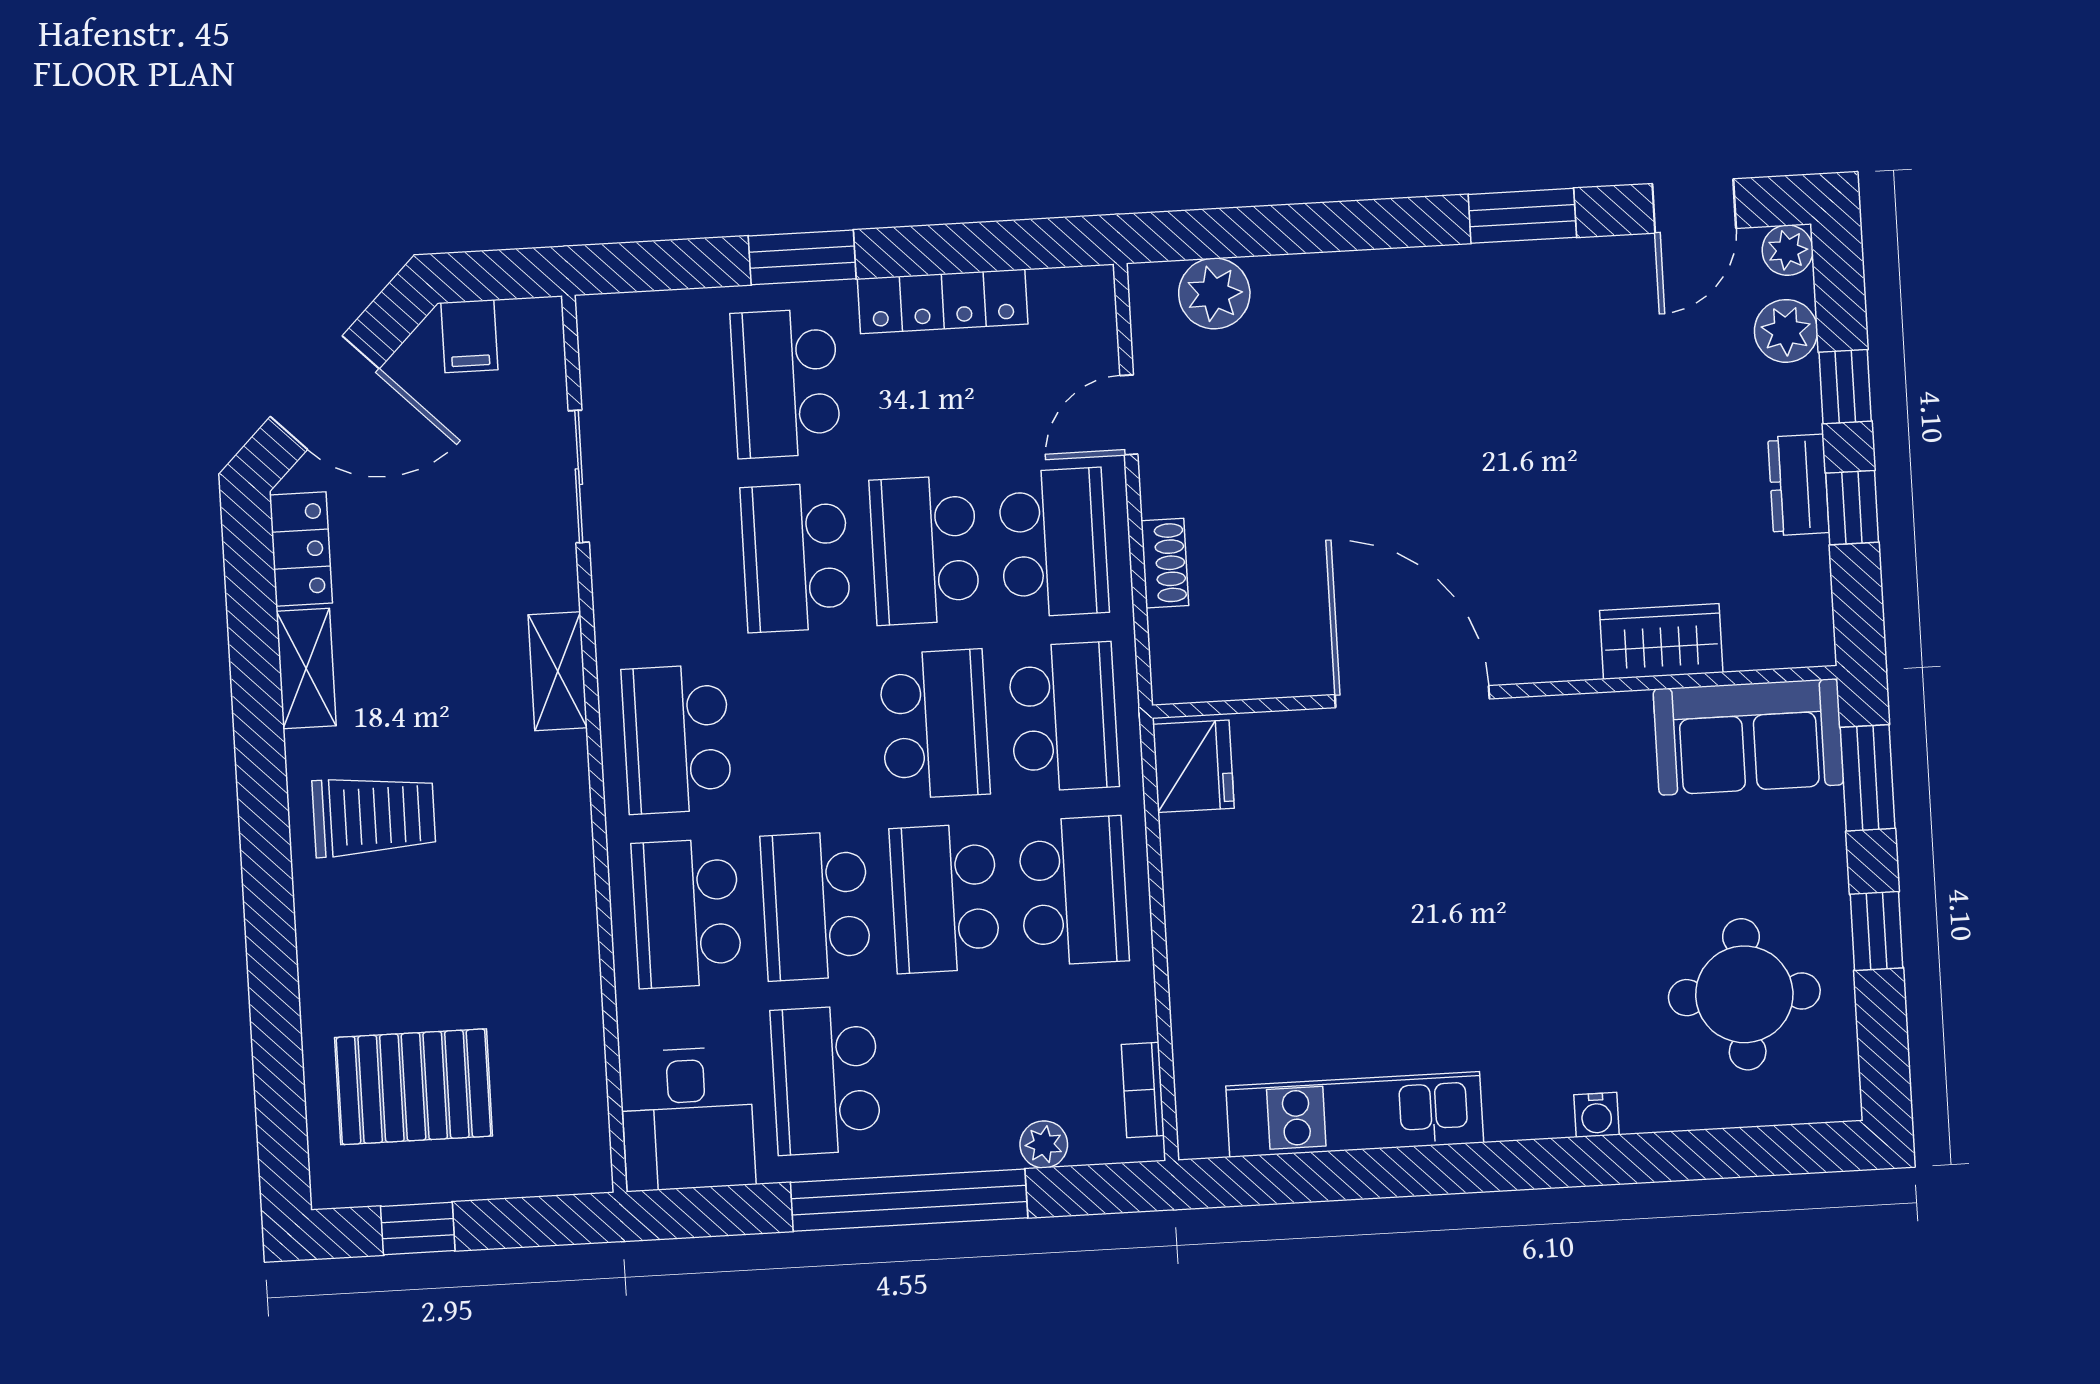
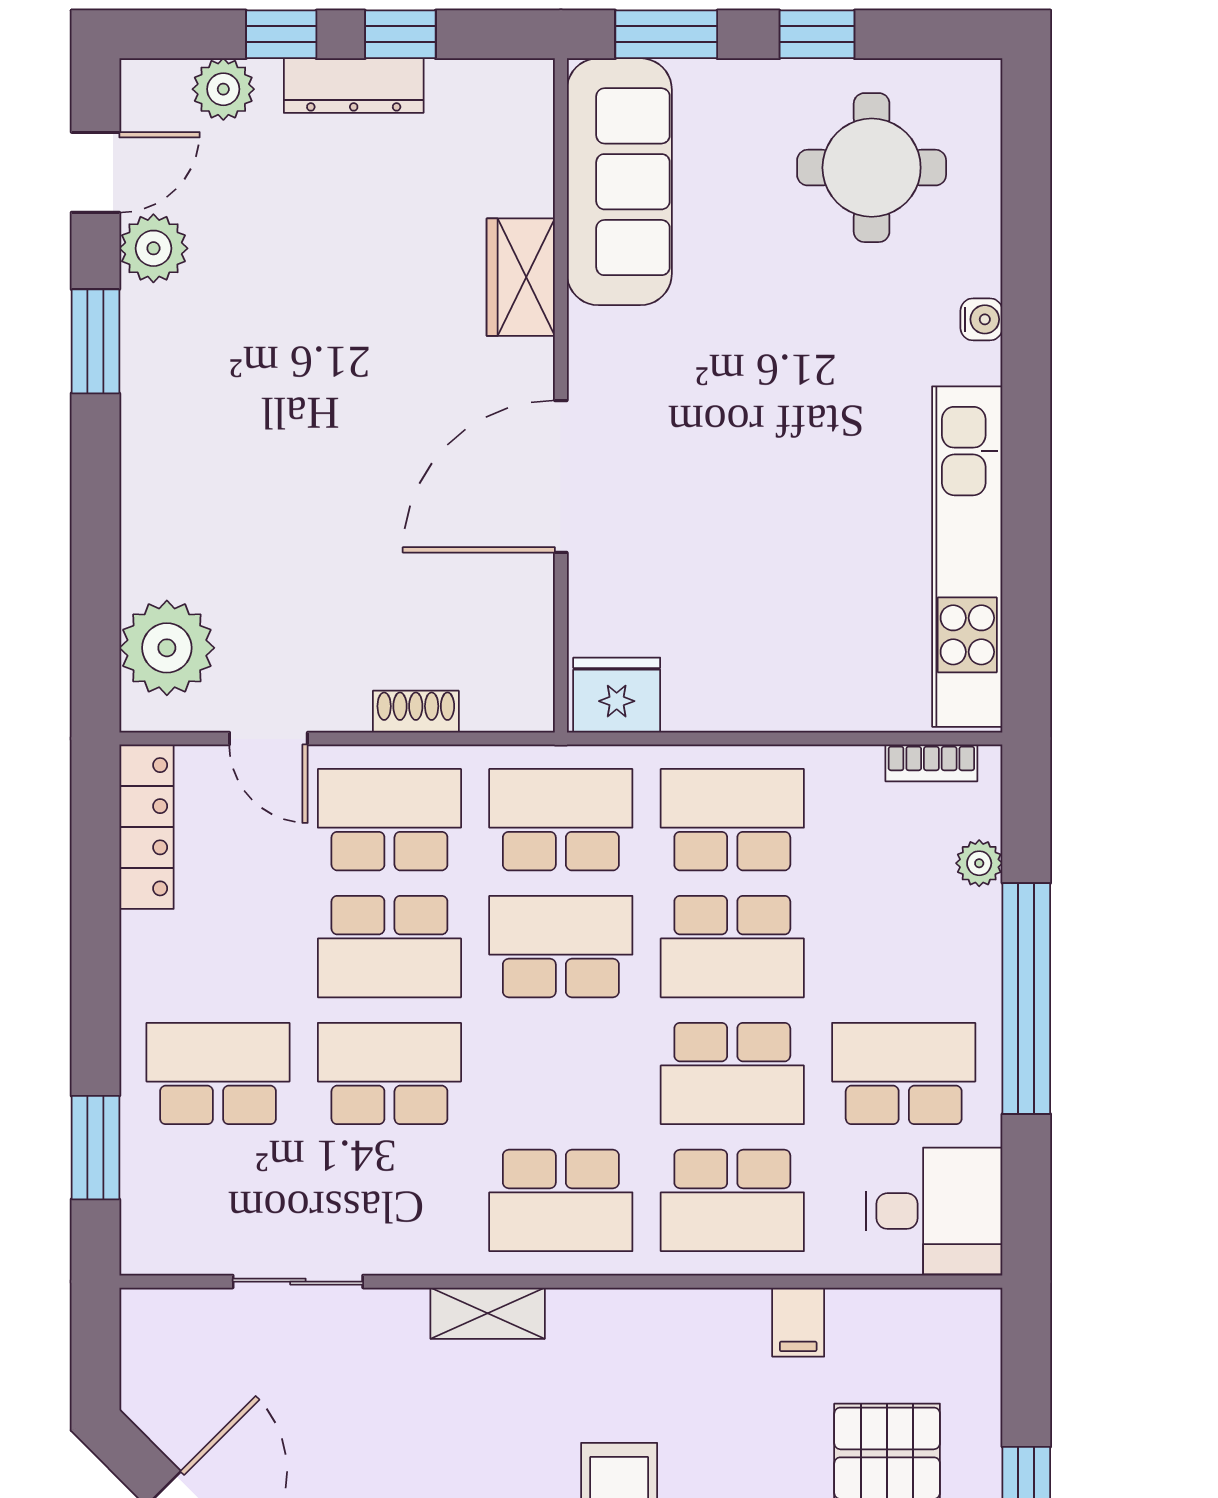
door: (1694, 206) -> (95, 172), hinge flipped
plant: (1788, 250) -> (153, 248), moved, width x1.38, depth x1.38
window: (802, 257) -> (95, 1148), moved
plant: (1214, 293) -> (167, 648), width x1.36, depth x1.36
locker: (943, 301) -> (147, 827), moved
filing cabinet: (469, 336) -> (798, 1322), moved, turned 90
school desk: (786, 383) -> (218, 1073), turned 180
dresser: (1799, 485) -> (354, 86), width x1.44
school desk: (796, 557) -> (389, 1073), turned 180
wardrobe: (1661, 641) -> (521, 277), moved
sofa: (1748, 737) -> (619, 182), width x1.36
school desk: (826, 1080) -> (904, 1073), turned 180
kitchen unit: (1355, 1114) -> (967, 557), width x1.36

